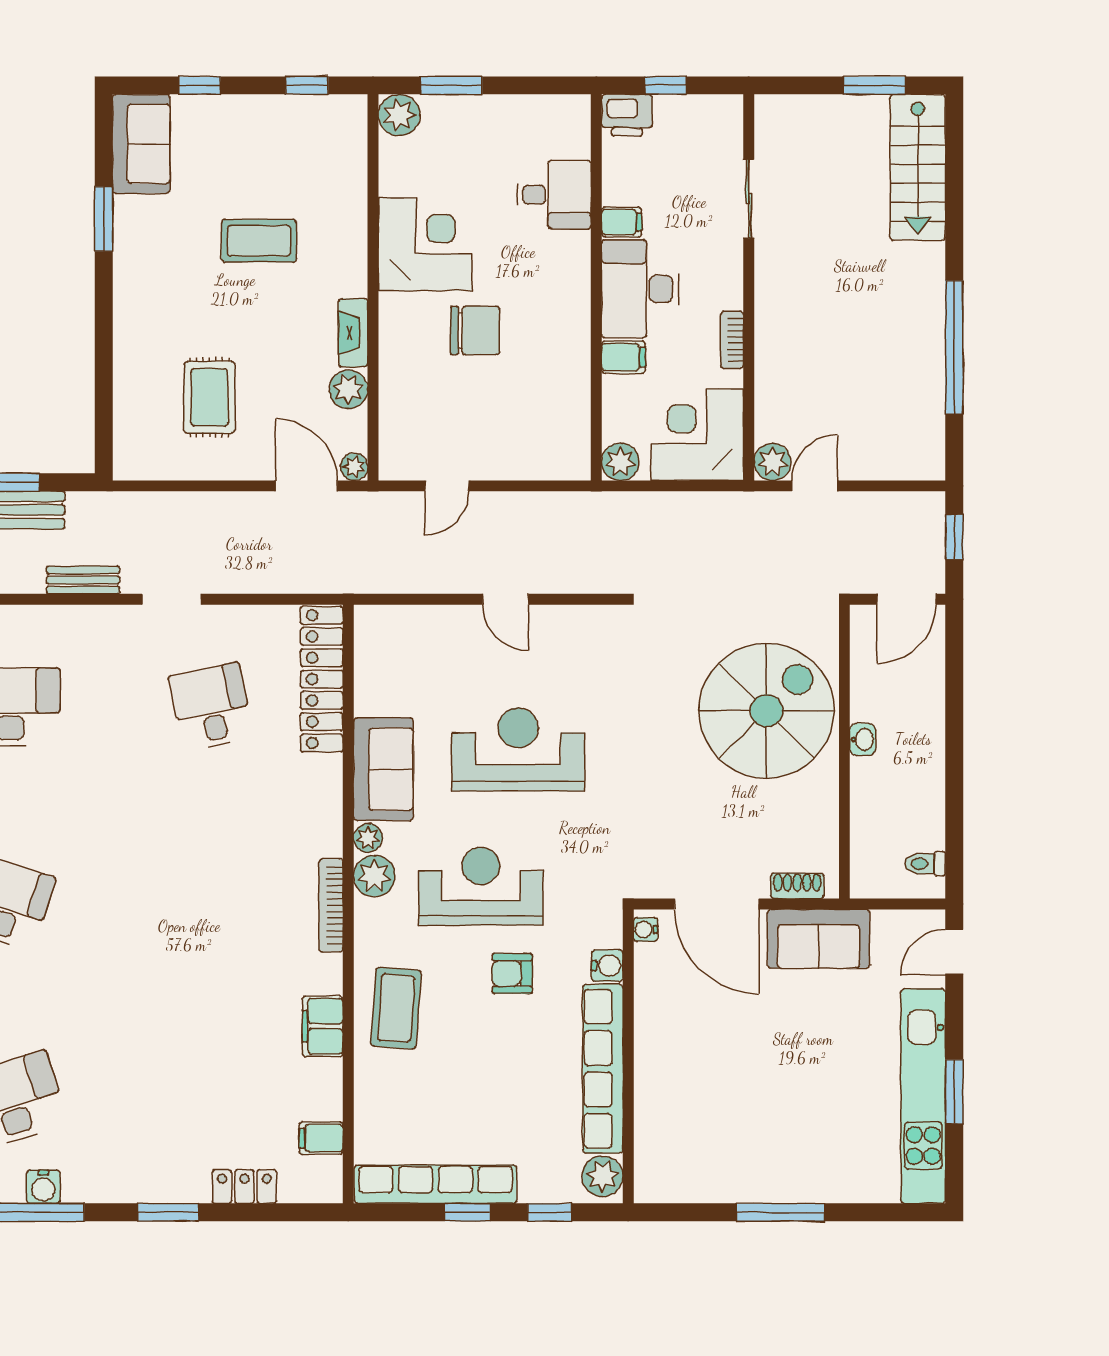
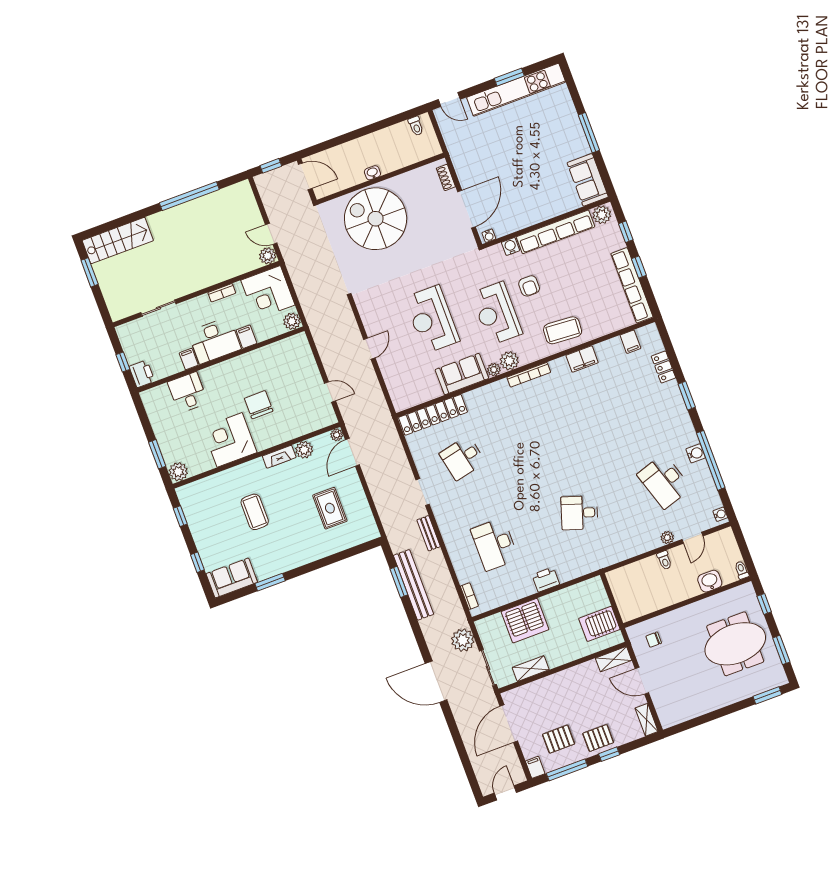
rug: (209, 397) -> (330, 508), turned 90
sofa: (819, 939) -> (588, 180), moved, turned 180

